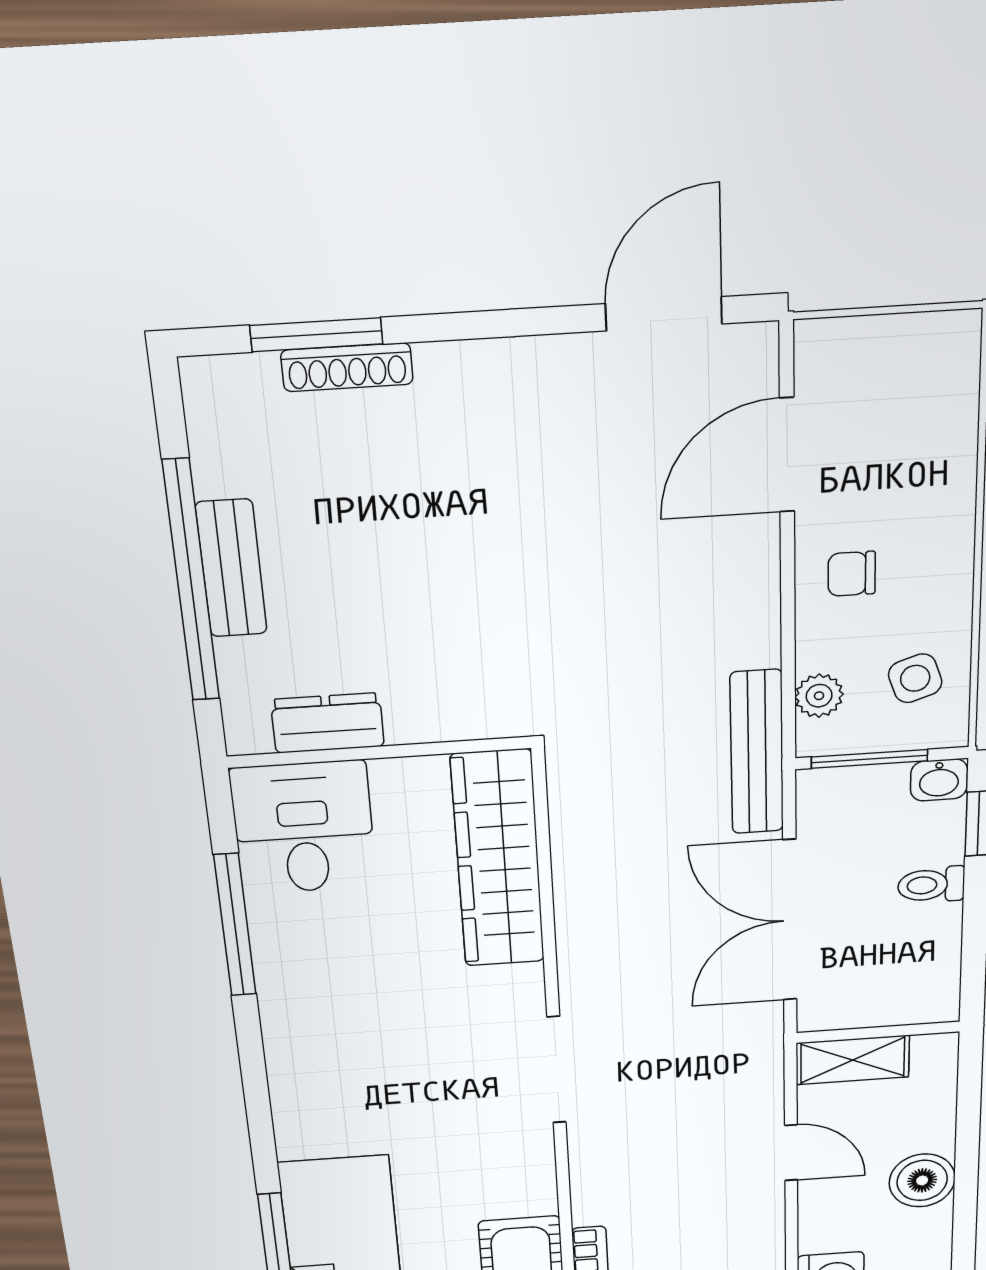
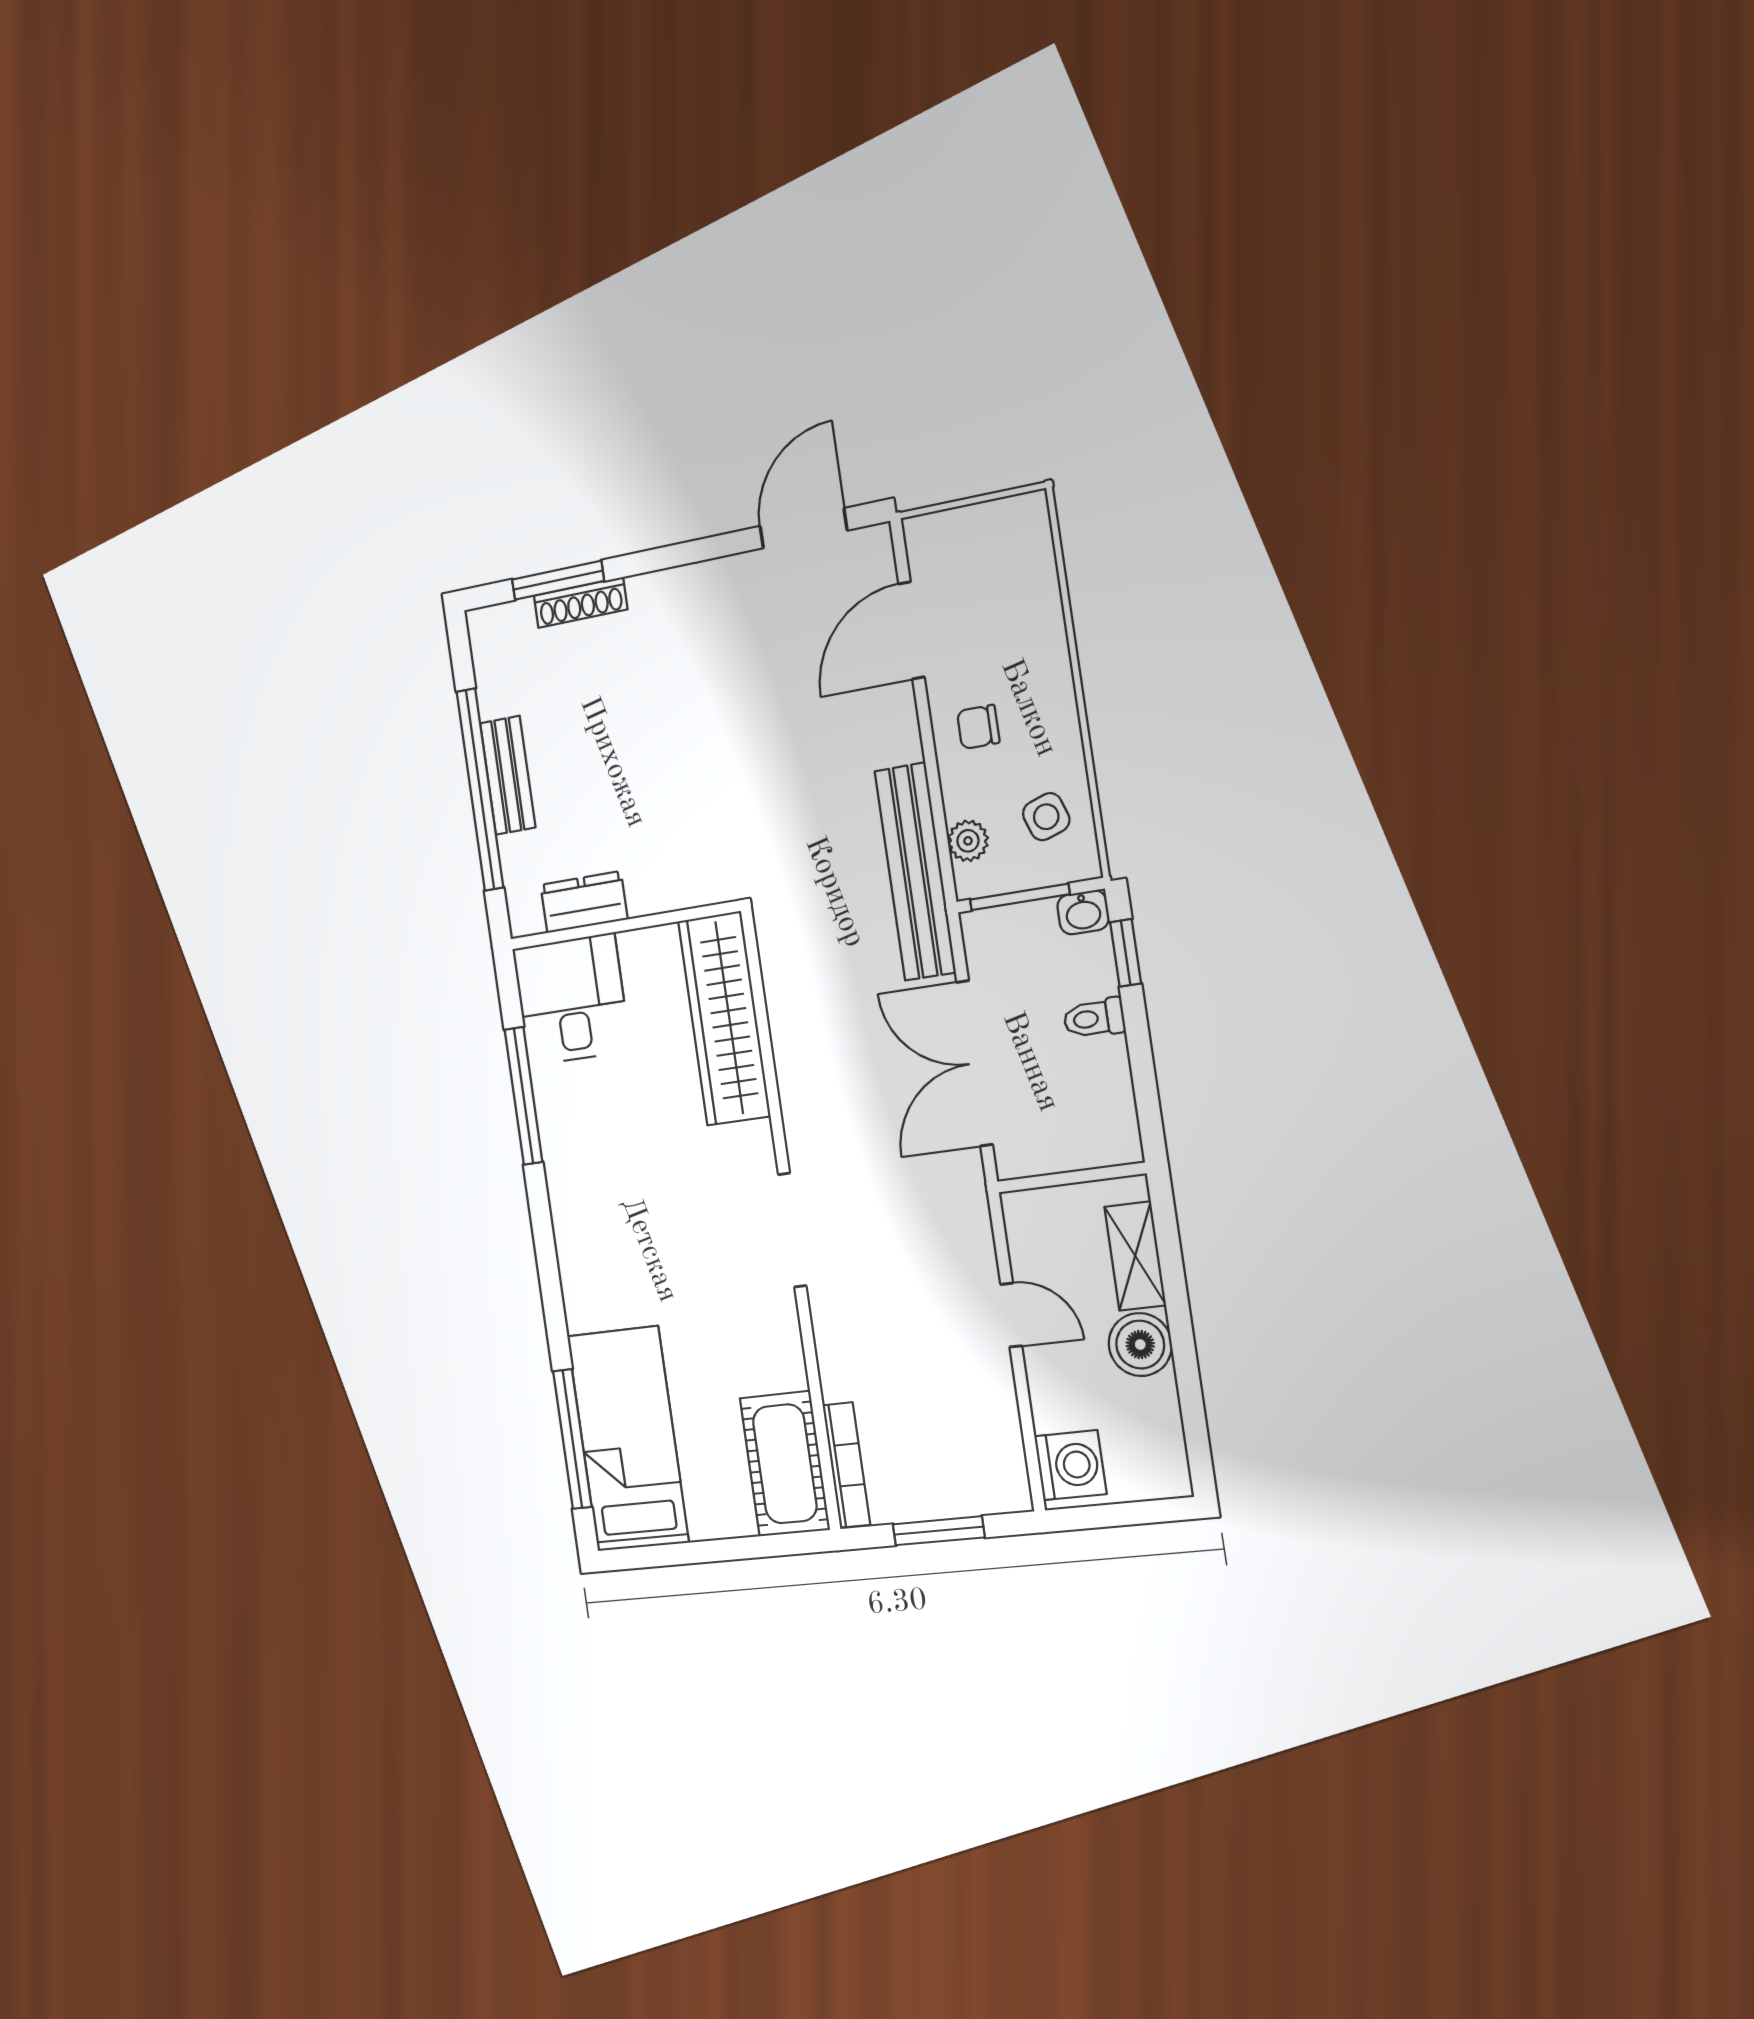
bench: (757, 752) -> (915, 872), width x1.37, depth x1.21
shelving: (853, 1060) -> (1135, 1256), moved, turned 90

